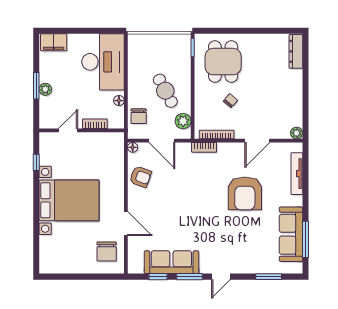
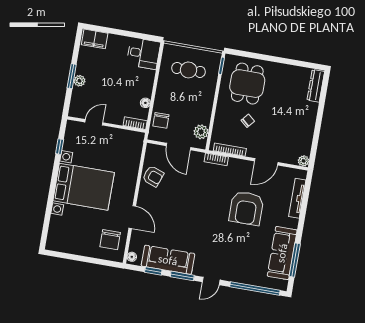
desk: (103, 62) -> (143, 53), width x0.53, depth x0.77
cafe table: (165, 91) -> (189, 70), moved, turned -62
bookcase: (95, 124) -> (135, 123), moved
floor lamp: (133, 147) -> (132, 257), moved
window: (269, 277) -> (255, 288), width x2.11

